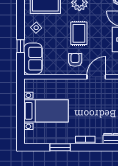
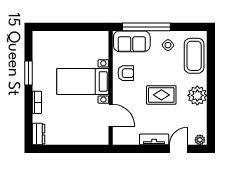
window: (21, 46) -> (146, 27), width x3.17
armchair: (75, 60) -> (126, 73), moved
bed with nightstands: (46, 111) -> (83, 81), moved, turned 90

